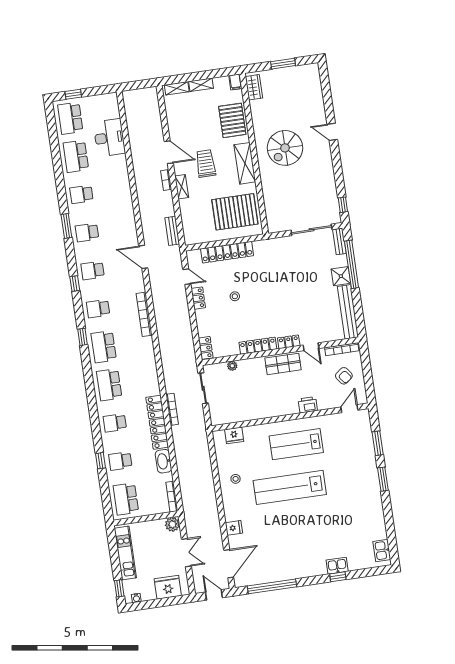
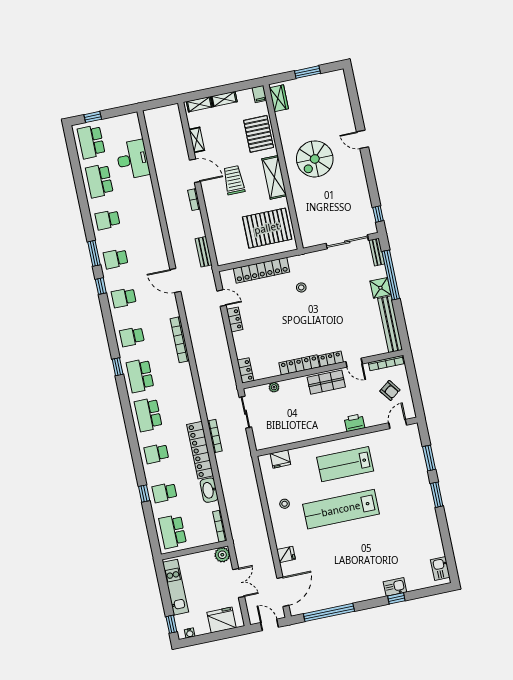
shelving: (182, 187) -> (197, 140), moved
window: (75, 284) -> (101, 286), moved
stool: (235, 296) -> (301, 287), moved

